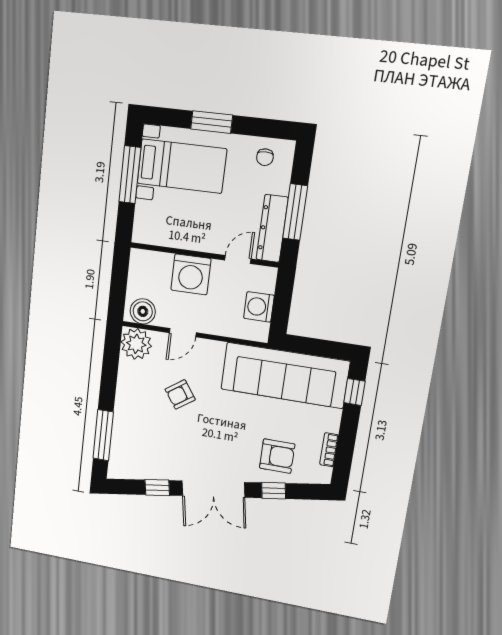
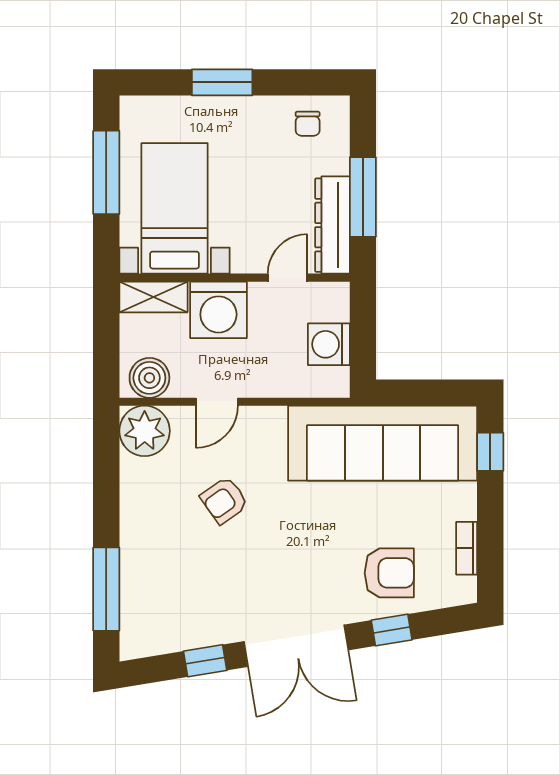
bed with nightstands: (182, 166) -> (175, 208), moved, turned -90
shelving: (151, 260) -> (153, 297), added

